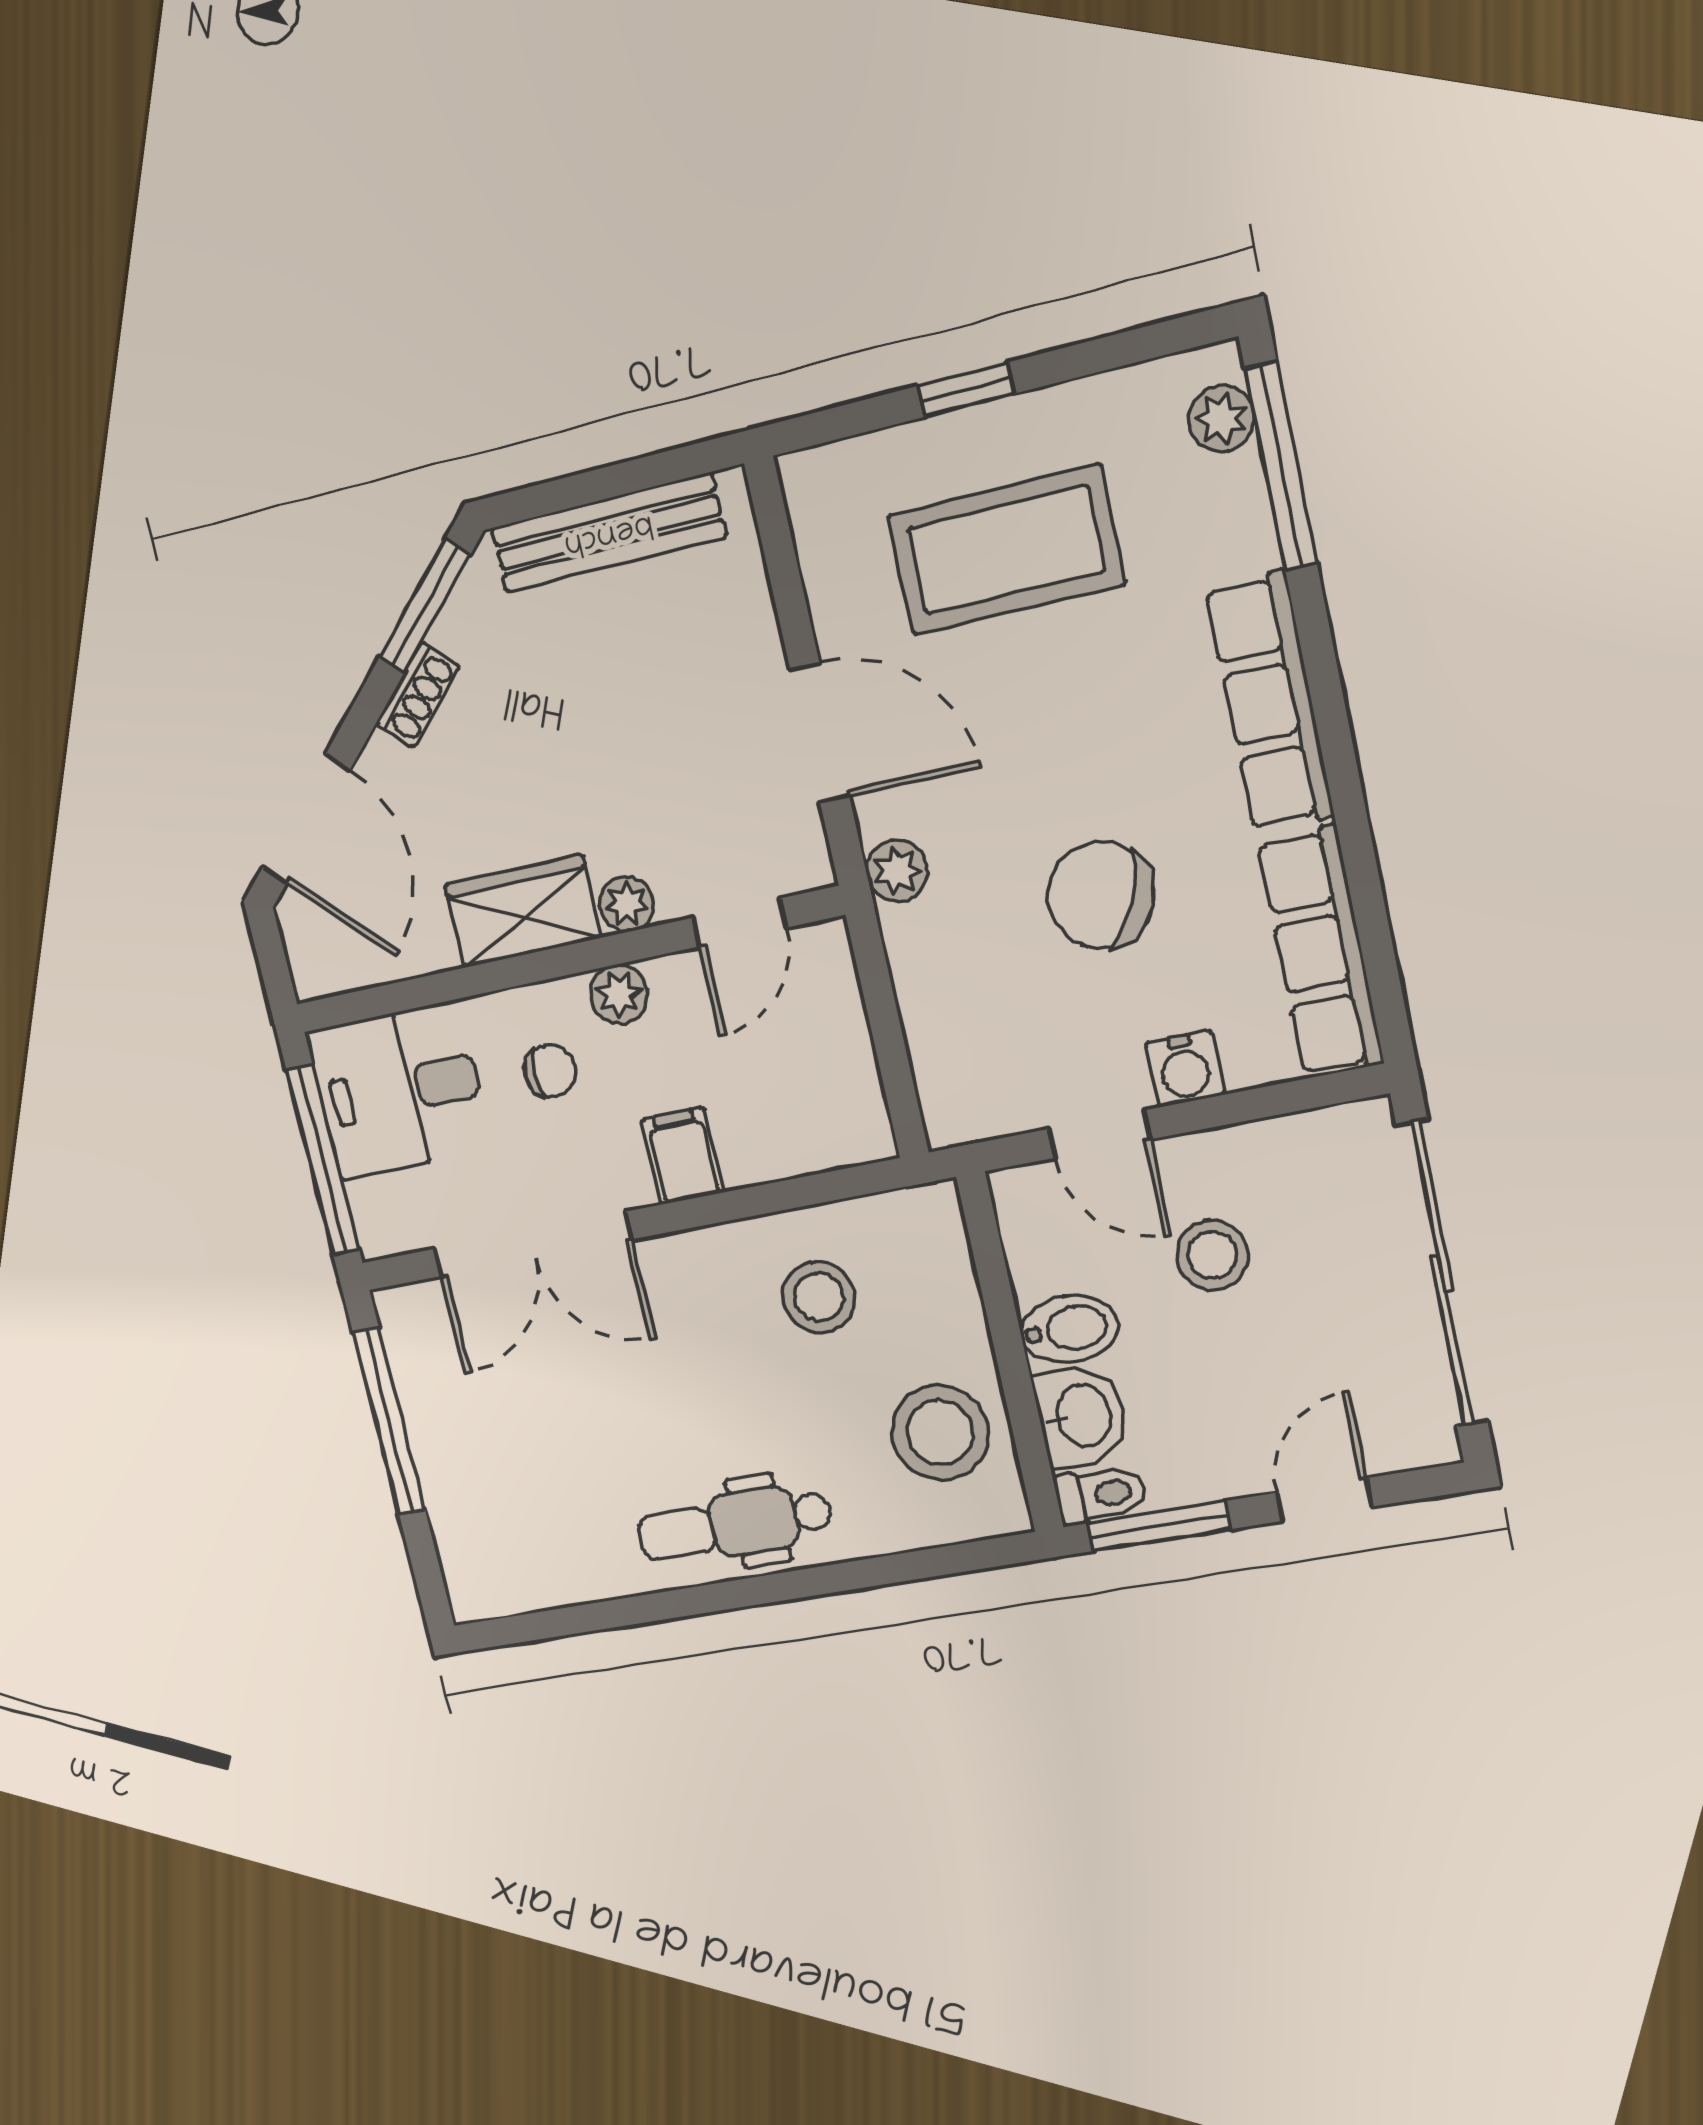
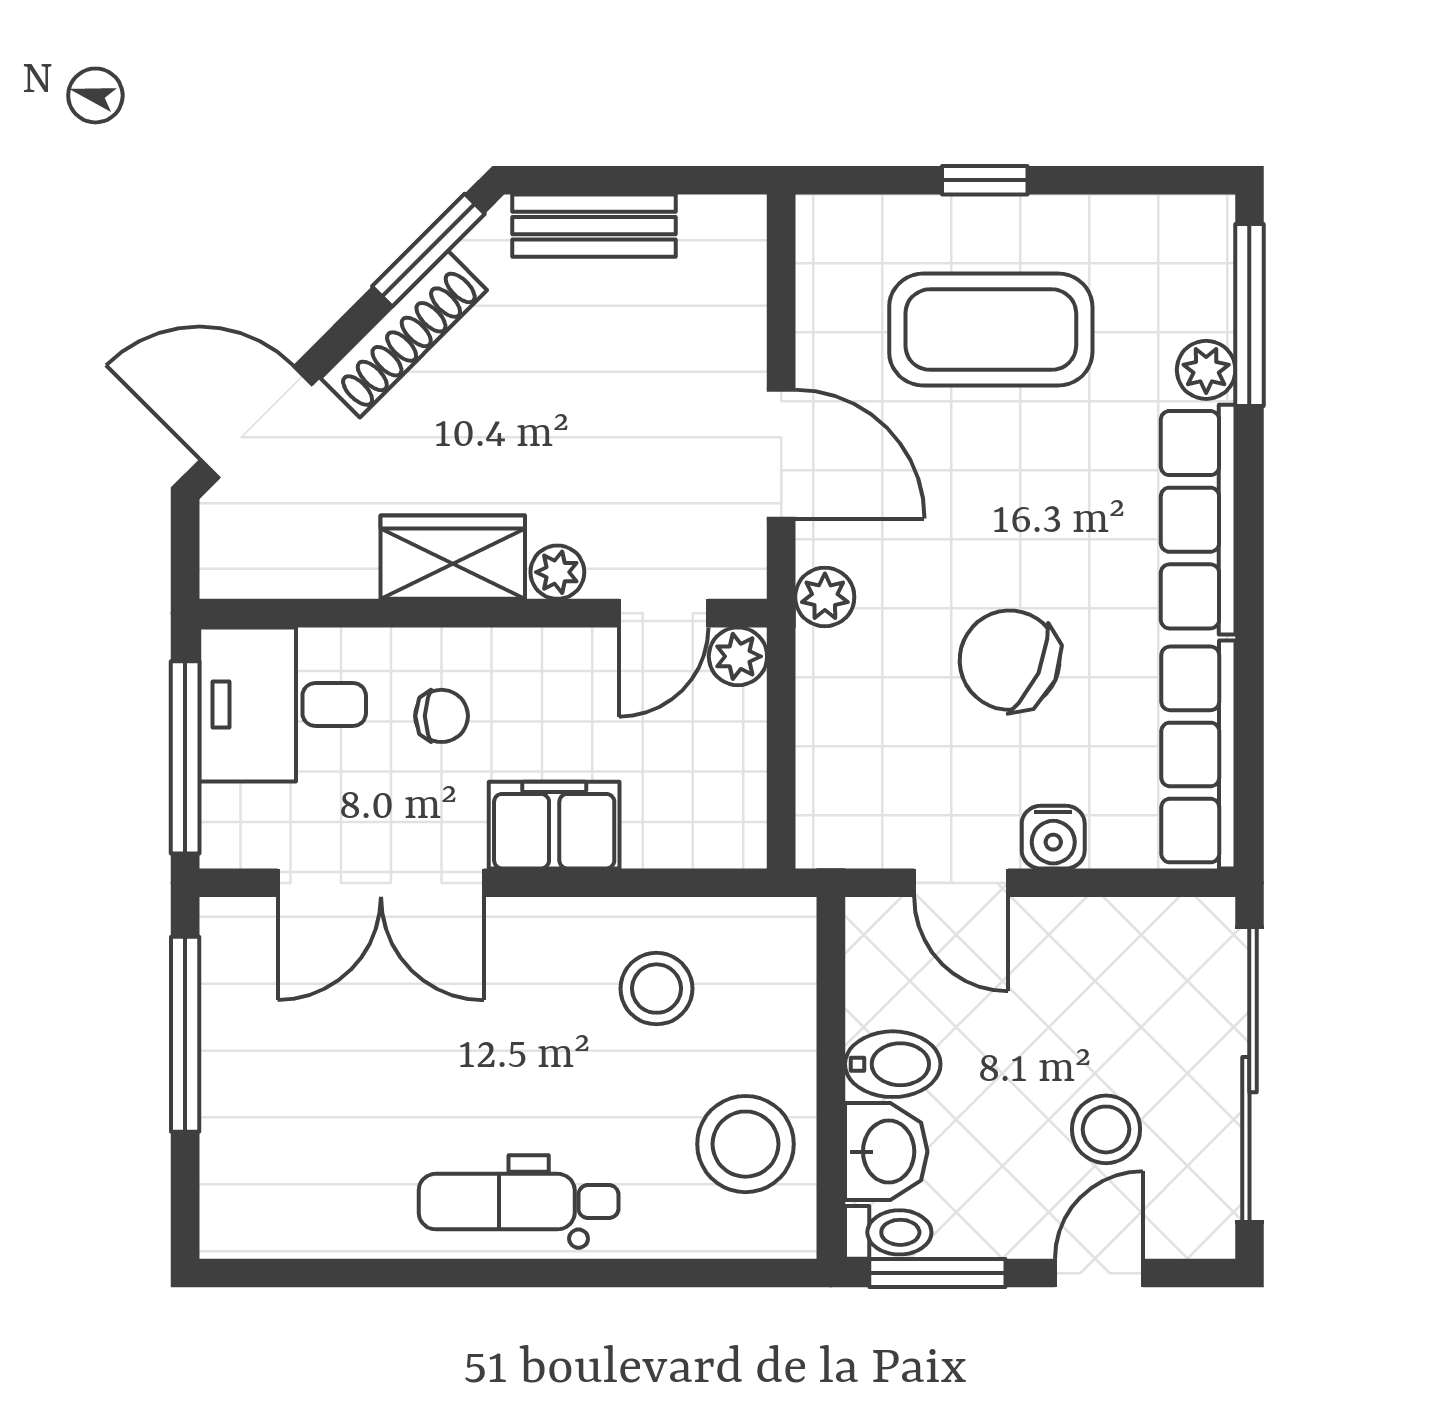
plant: (1222, 419) -> (1206, 370), moved
bench: (608, 533) -> (594, 226), width x0.73
shoe rack: (418, 695) -> (404, 334), width x1.94, depth x1.24
door: (306, 819) -> (256, 422), swing flipped
plant: (619, 994) -> (738, 656), moved
filing cabinet: (683, 1156) -> (554, 825), width x2.00
stool: (1212, 1255) -> (1106, 1129), moved

